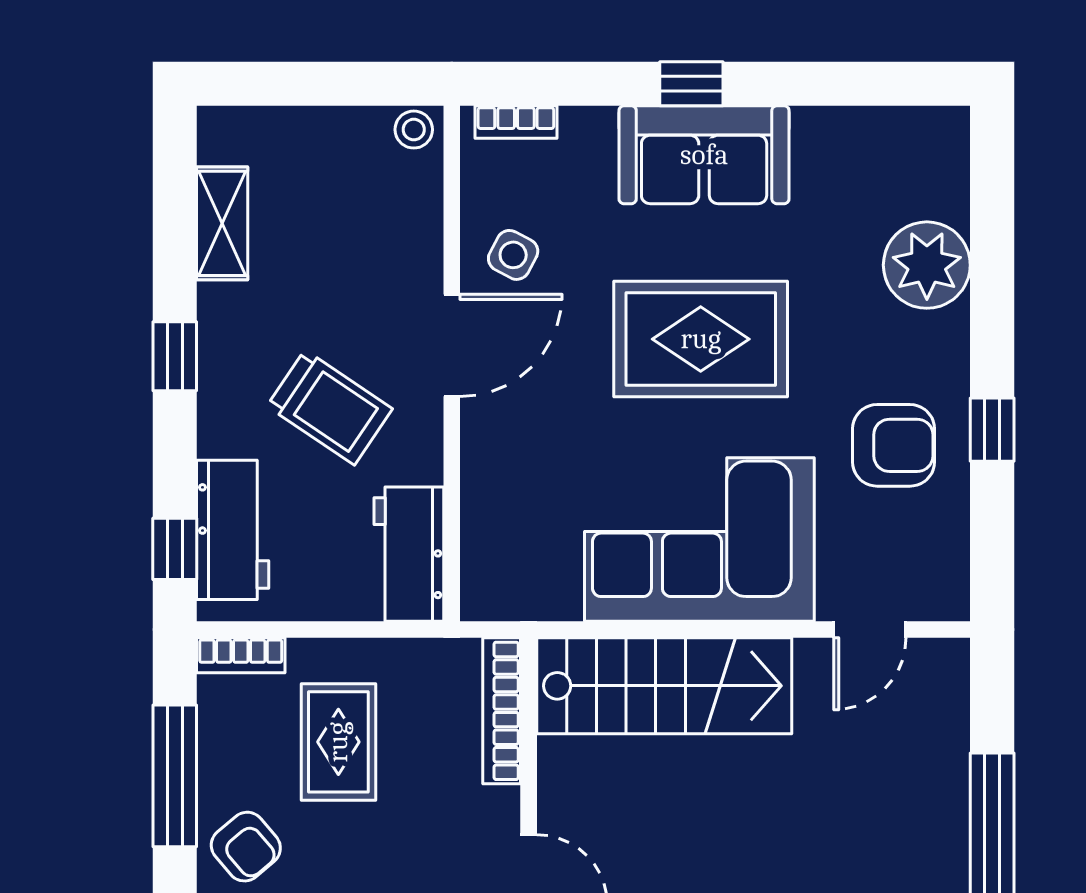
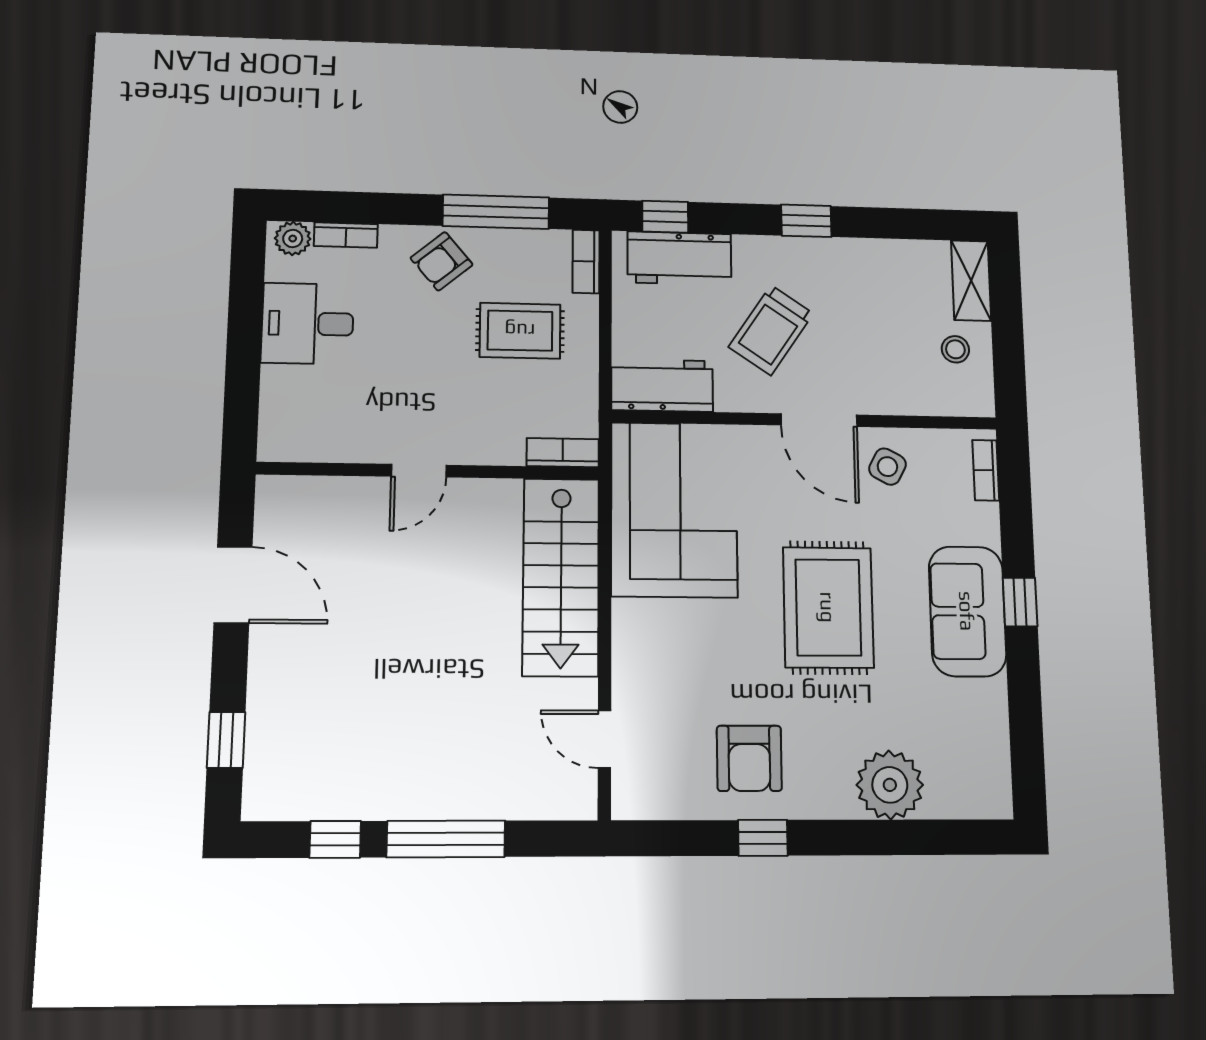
stool: (414, 130) -> (955, 349), moved
shelving: (222, 223) -> (971, 281), moved, turned 90
corner sofa: (699, 539) -> (674, 509), moved
bookcase: (502, 711) -> (563, 453), width x0.64

